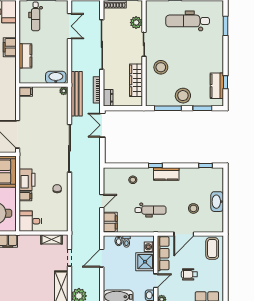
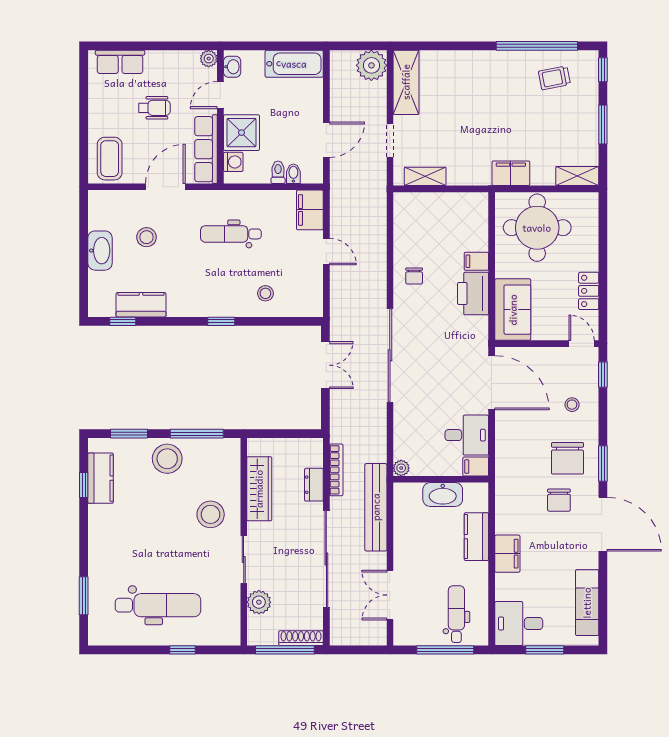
washbasin: (56, 77) -> (443, 495), moved
bench: (77, 94) -> (376, 507), moved
dresser: (108, 98) -> (314, 485), moved
double door: (102, 125) -> (325, 365), moved
kitchen counter: (166, 174) -> (141, 305), moved
door: (102, 201) -> (326, 252), swing flipped
desk: (30, 221) -> (467, 435), moved

